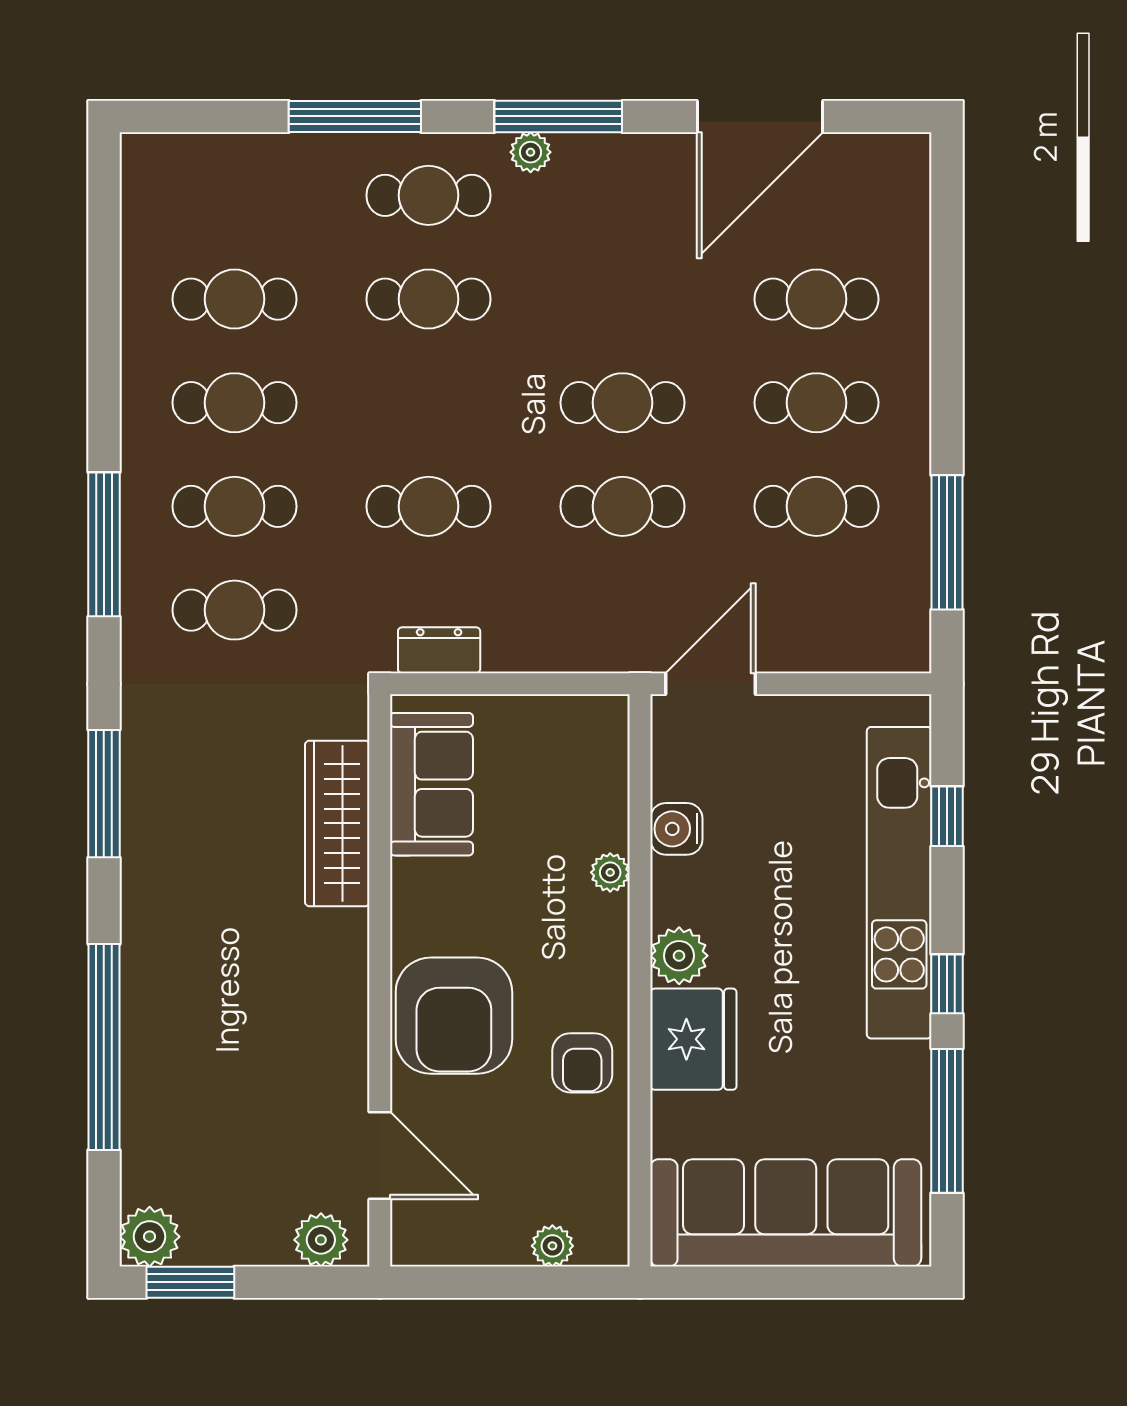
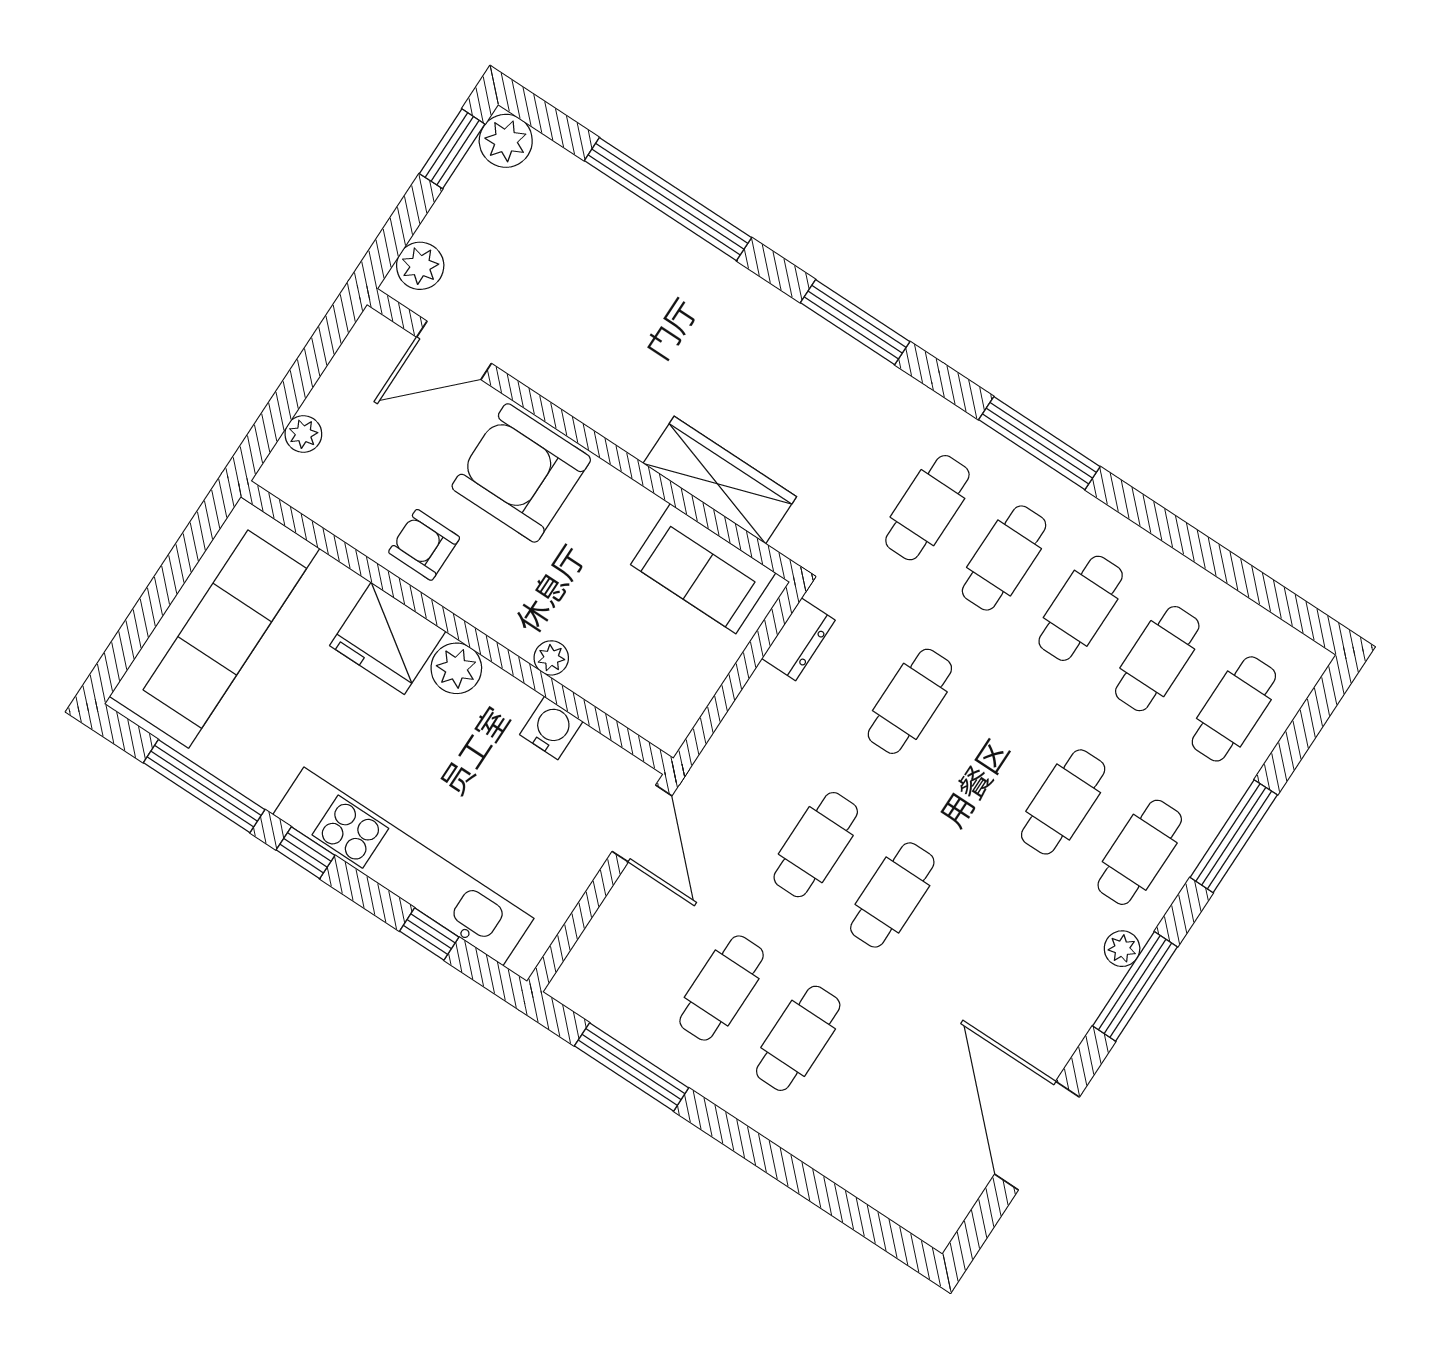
cafe table: (816, 299) -> (1234, 709), moved

